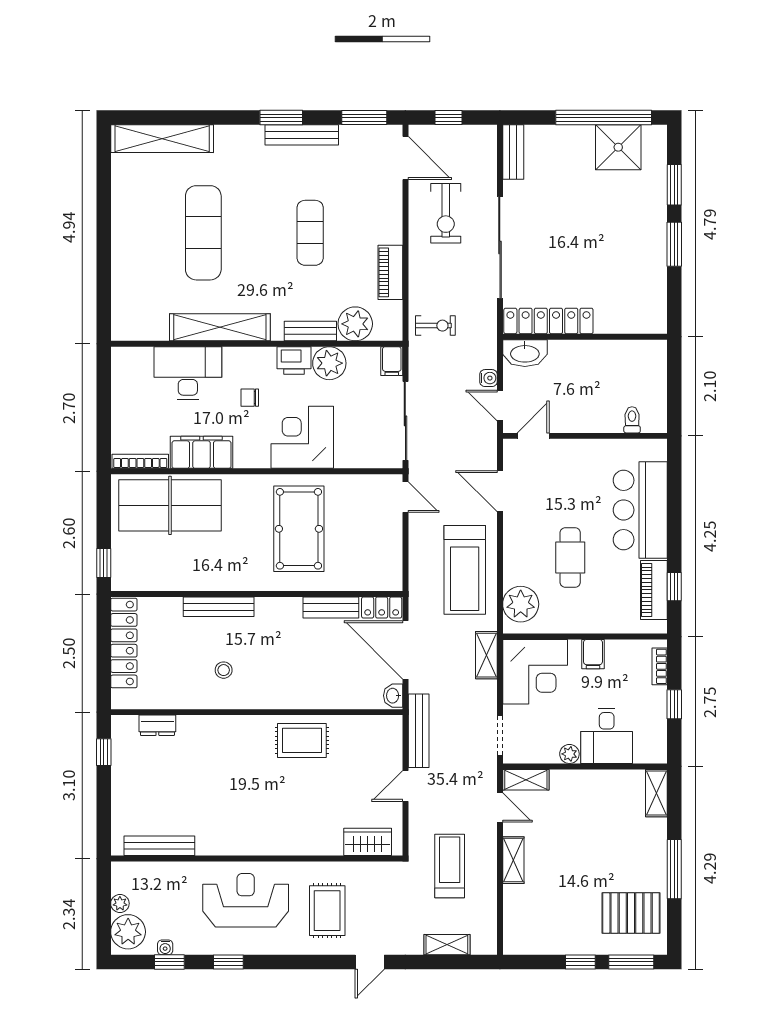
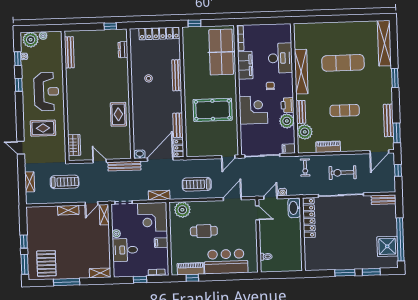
window: (281, 118) -> (395, 78), moved
bench: (302, 135) -> (389, 120), moved
exercise bike: (446, 213) -> (343, 173), moved
treadmill: (465, 570) -> (197, 184), width x0.73, depth x0.73

